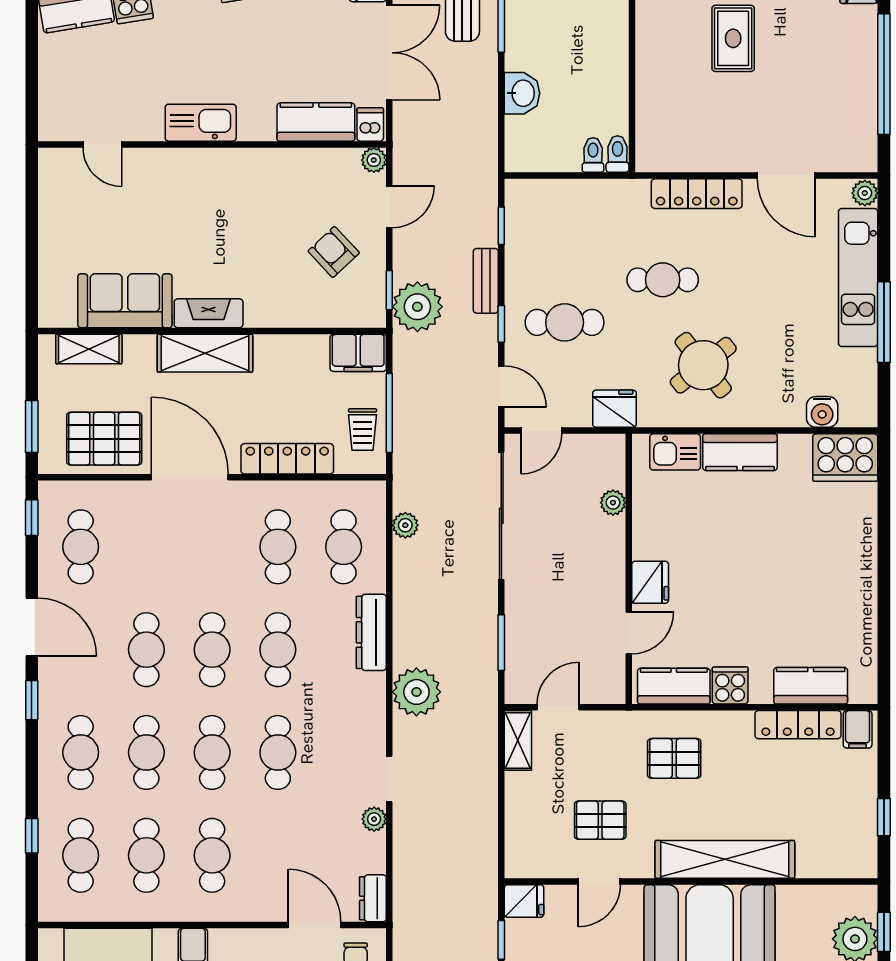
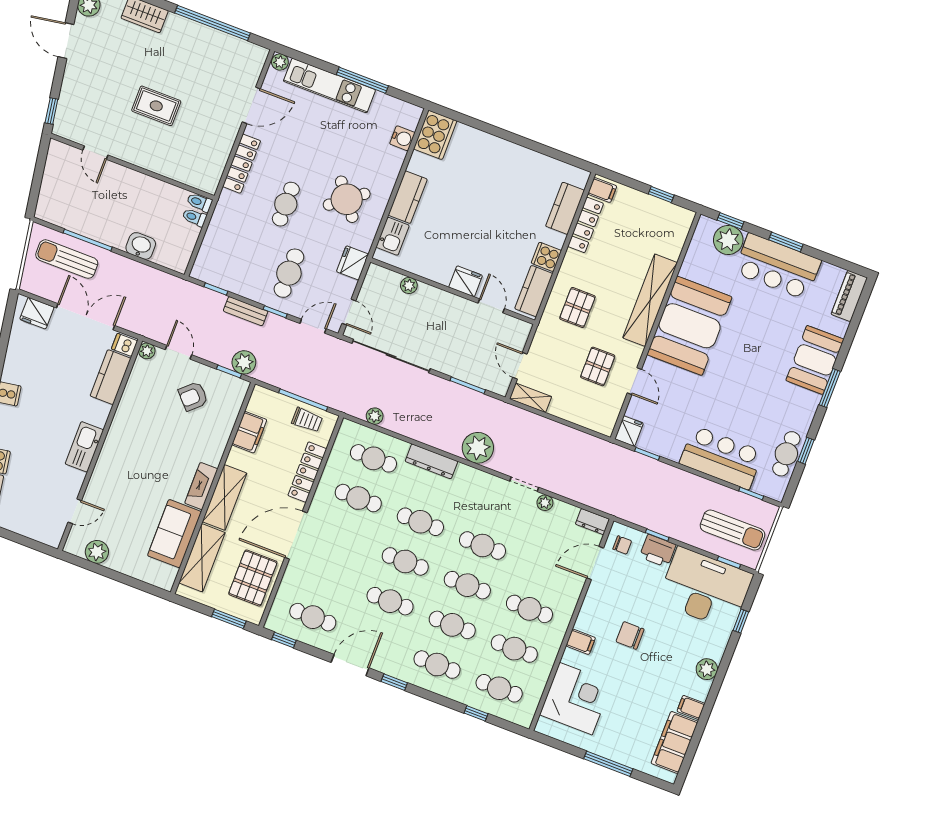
plant: (56, 199) -> (97, 552), added
plant: (417, 307) -> (244, 362), width x0.73, depth x0.73
shelving: (89, 349) -> (202, 558), width x1.50, depth x1.33
filing cabinet: (358, 353) -> (249, 432), moved

